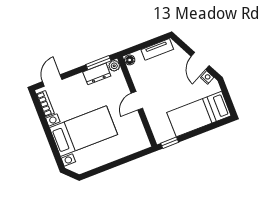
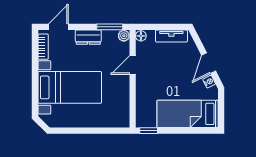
dresser: (97, 74) -> (88, 37), moved
door: (137, 101) -> (133, 65), moved

